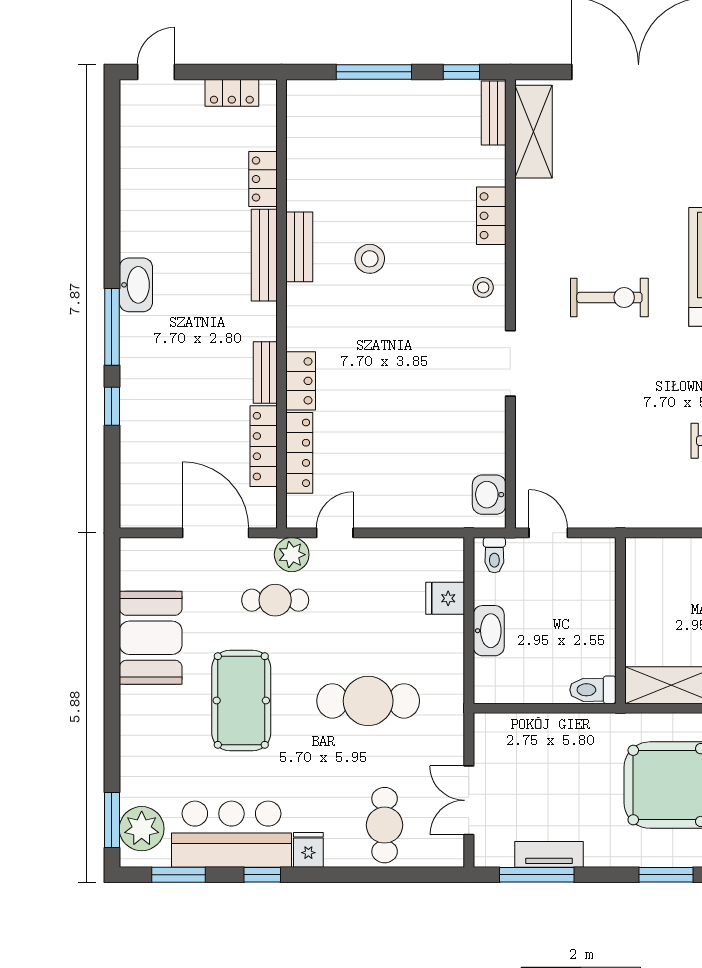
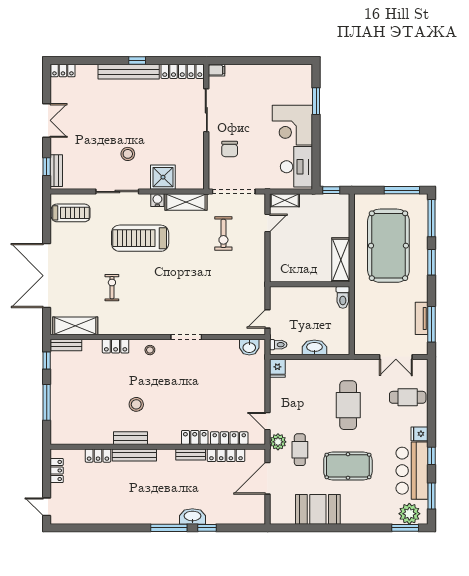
washbasin: (136, 285) -> (192, 516), moved
exercise bike: (609, 298) -> (112, 288), moved, width x0.73, depth x0.72
fridge: (445, 598) -> (277, 368), moved

